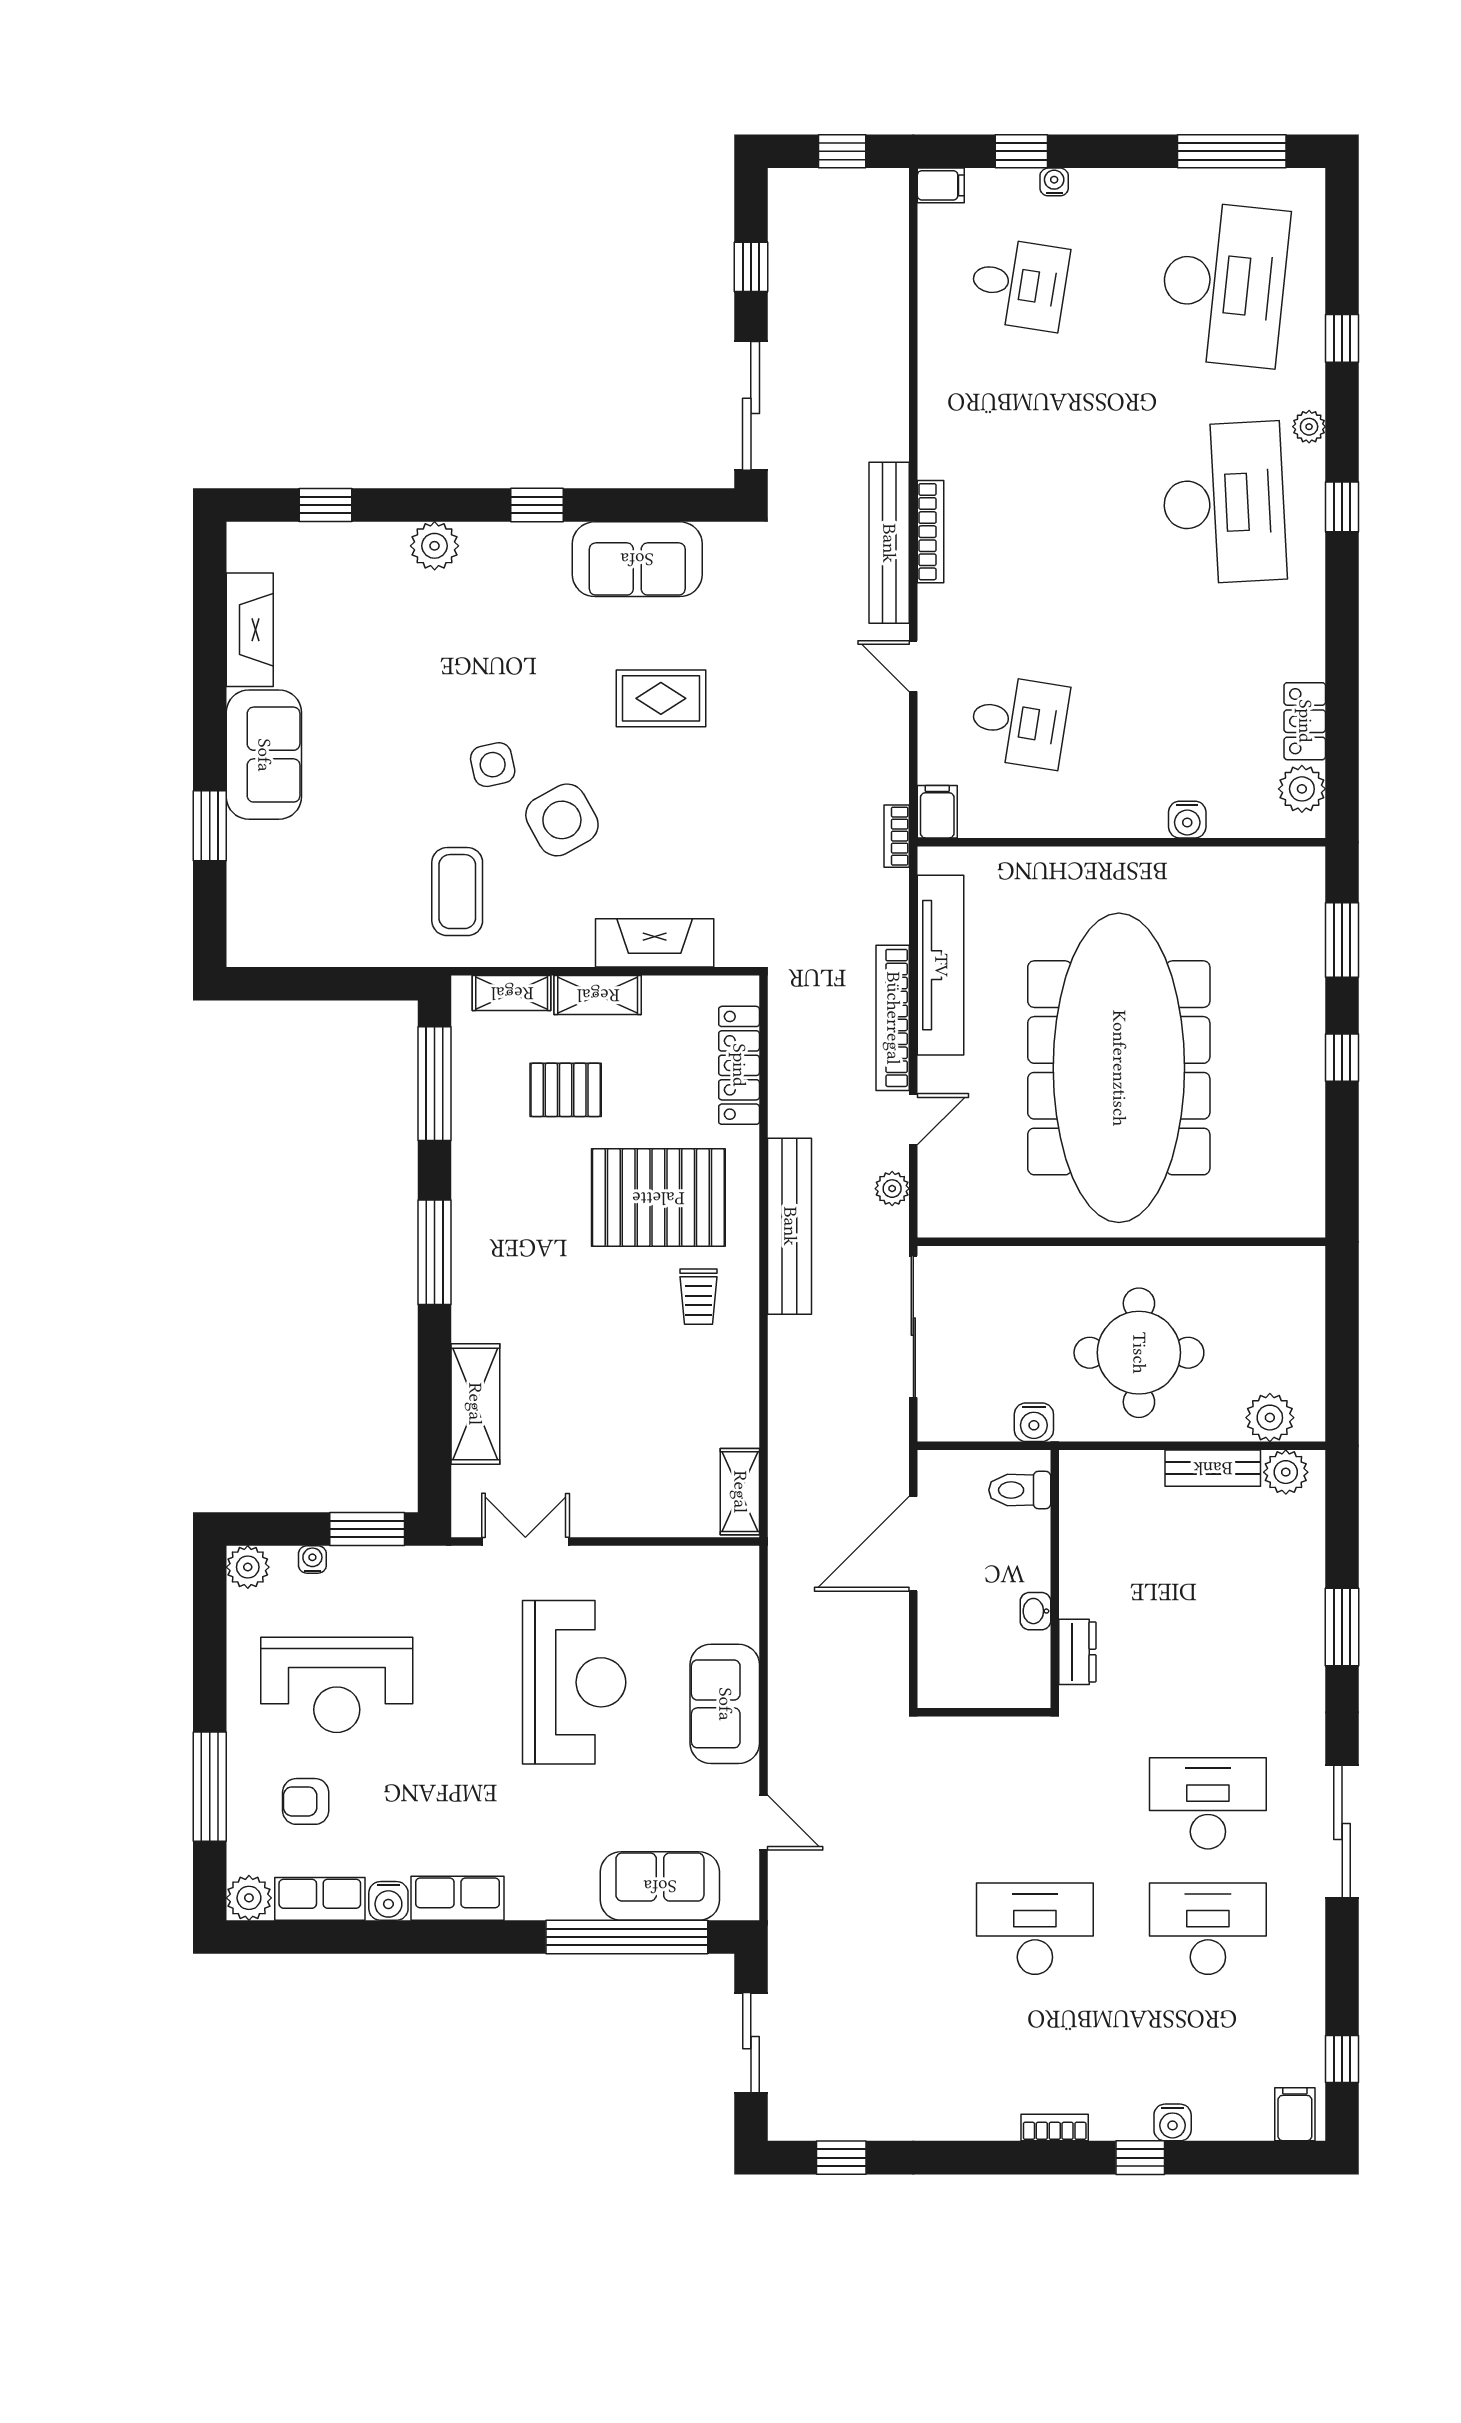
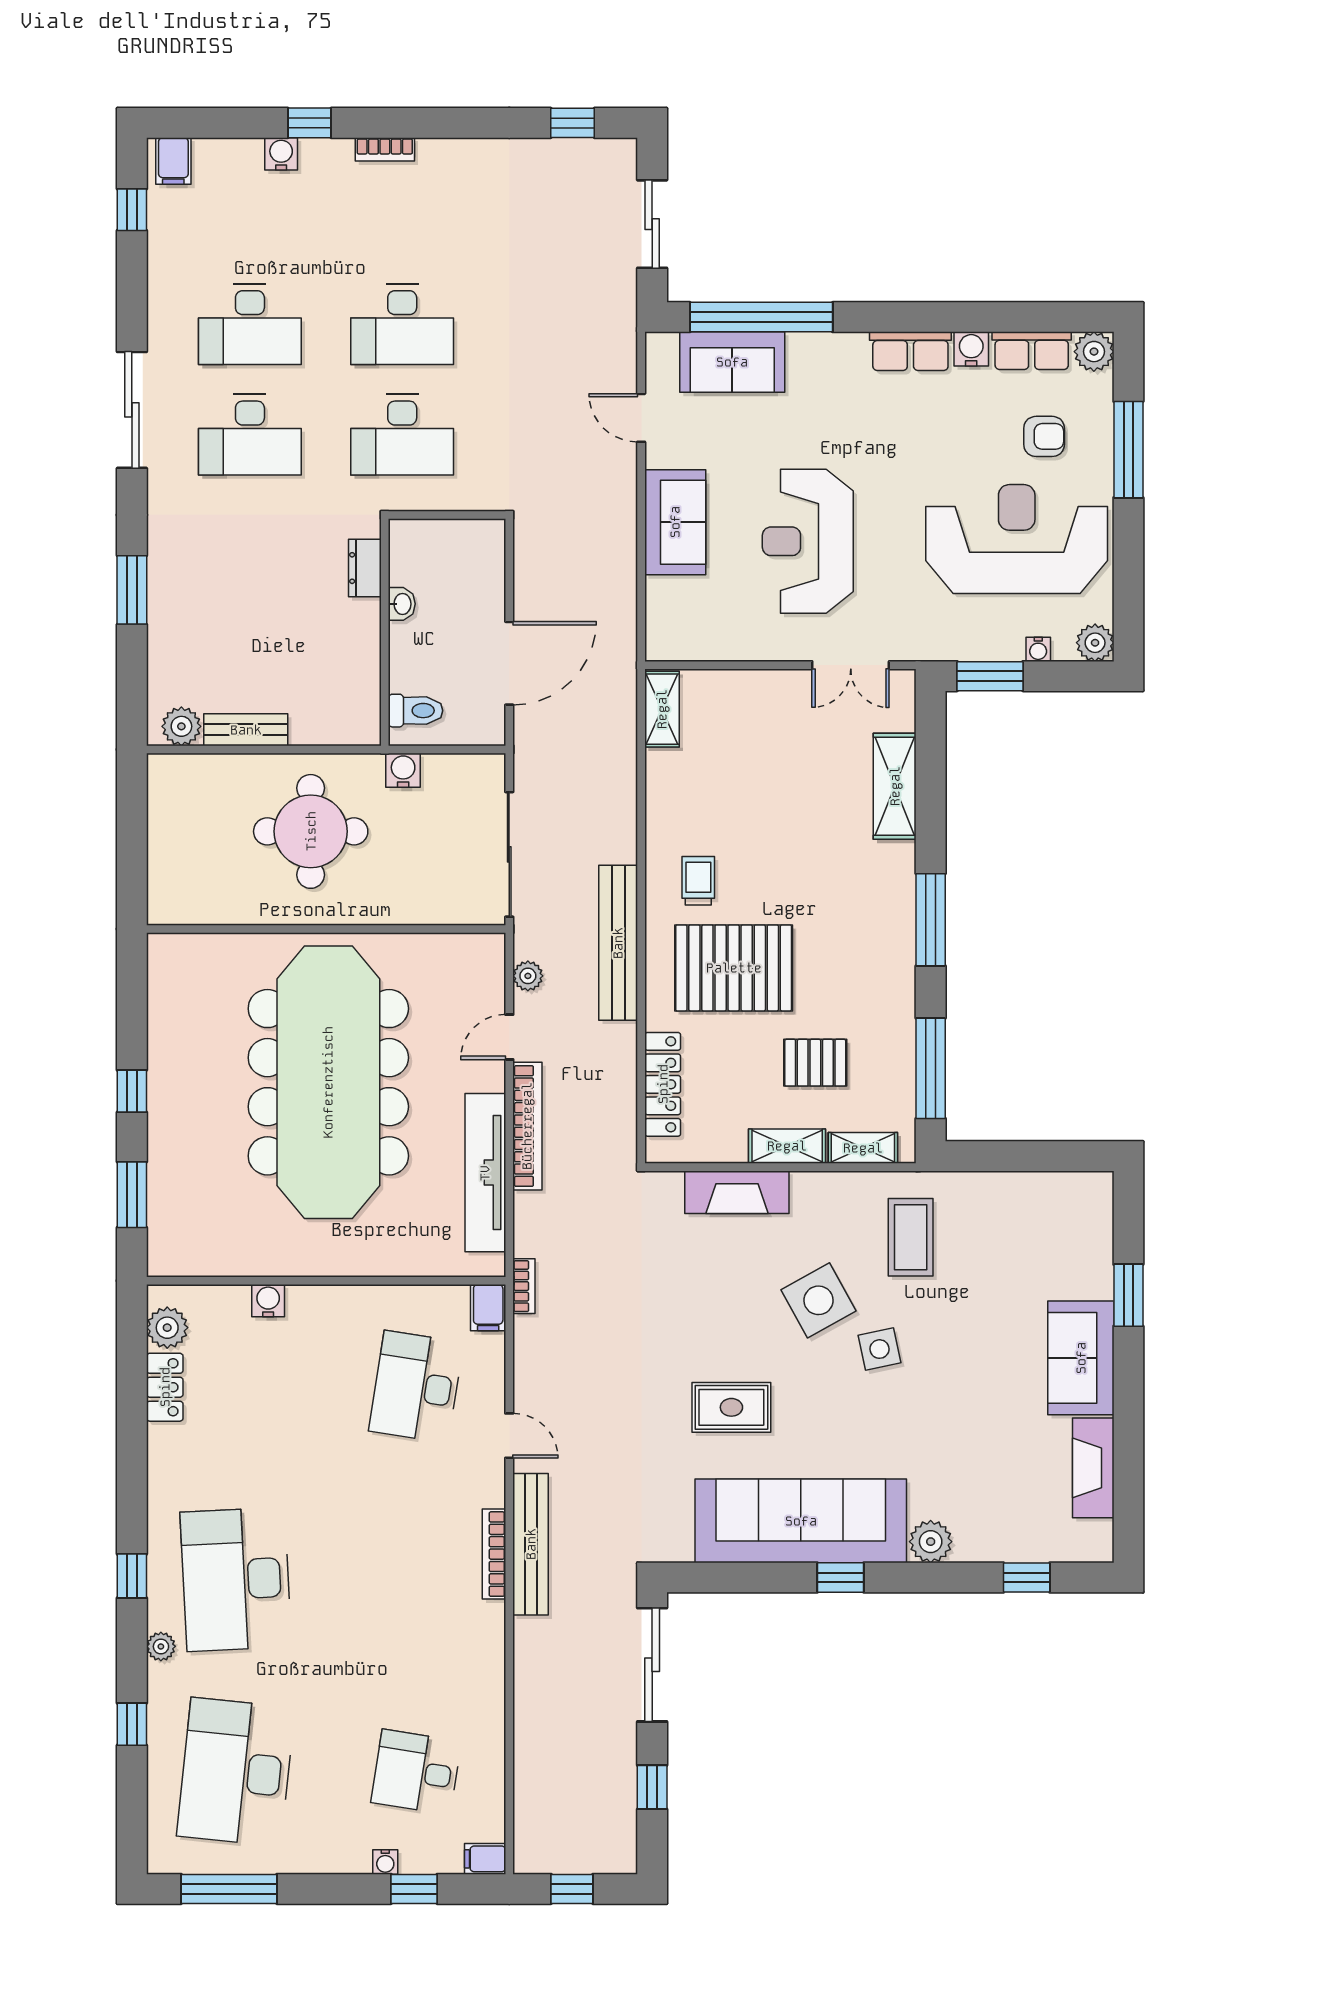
sofa: (637, 559) -> (801, 1521), width x1.85, depth x1.27
desk: (1019, 722) -> (416, 1387), width x1.37
plant: (1270, 1418) -> (195, 774), removed
reception desk: (337, 1685) -> (1017, 539), width x1.36, depth x1.30
desk: (1035, 1803) -> (402, 435), added

